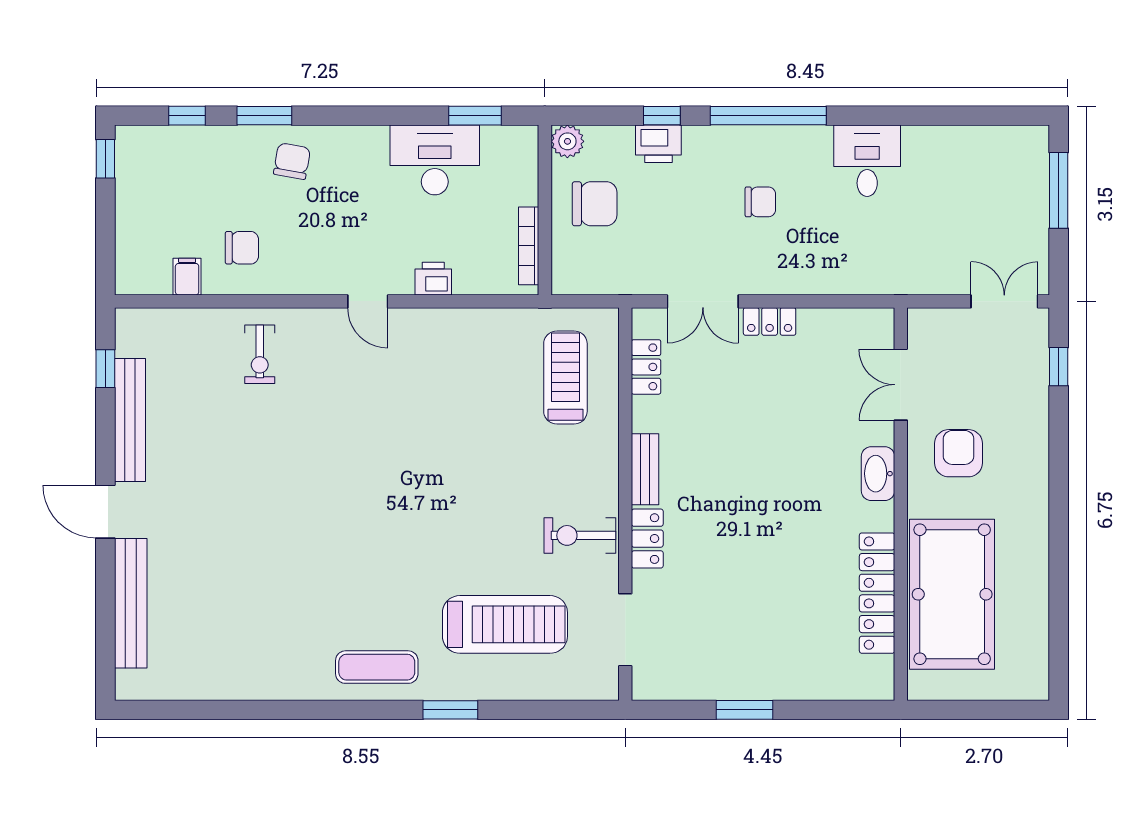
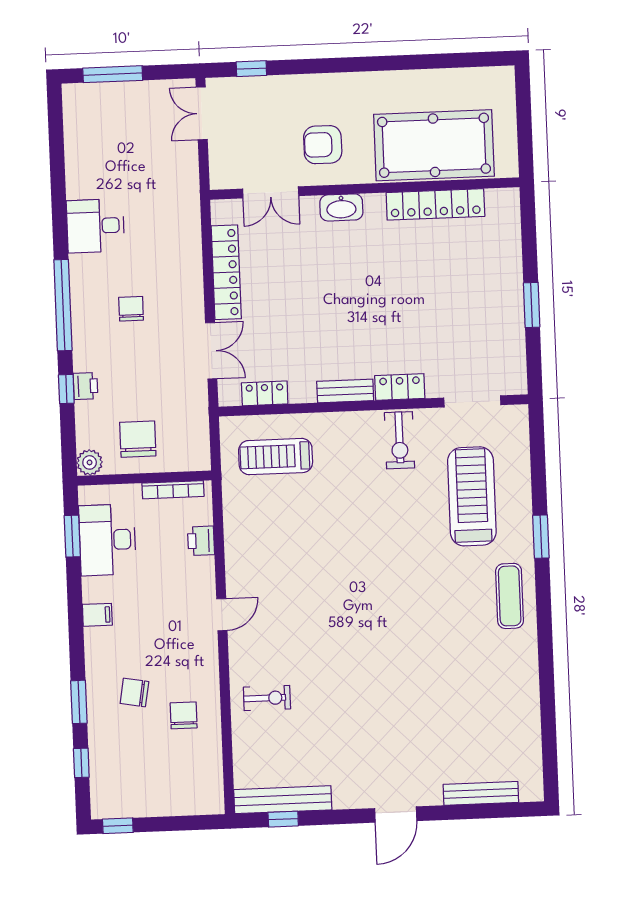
printer: (658, 144) -> (86, 386), width x0.73, depth x0.81
desk: (435, 160) -> (107, 540), moved
chair: (292, 161) -> (134, 692), moved
filing cabinet: (187, 277) -> (97, 615), moved, turned 180
printer: (433, 279) -> (201, 541), moved
locker: (770, 321) -> (226, 272), width x2.16, depth x1.21
bench: (130, 420) -> (283, 800), moved
bench: (131, 603) -> (481, 793), width x0.73, depth x0.82

